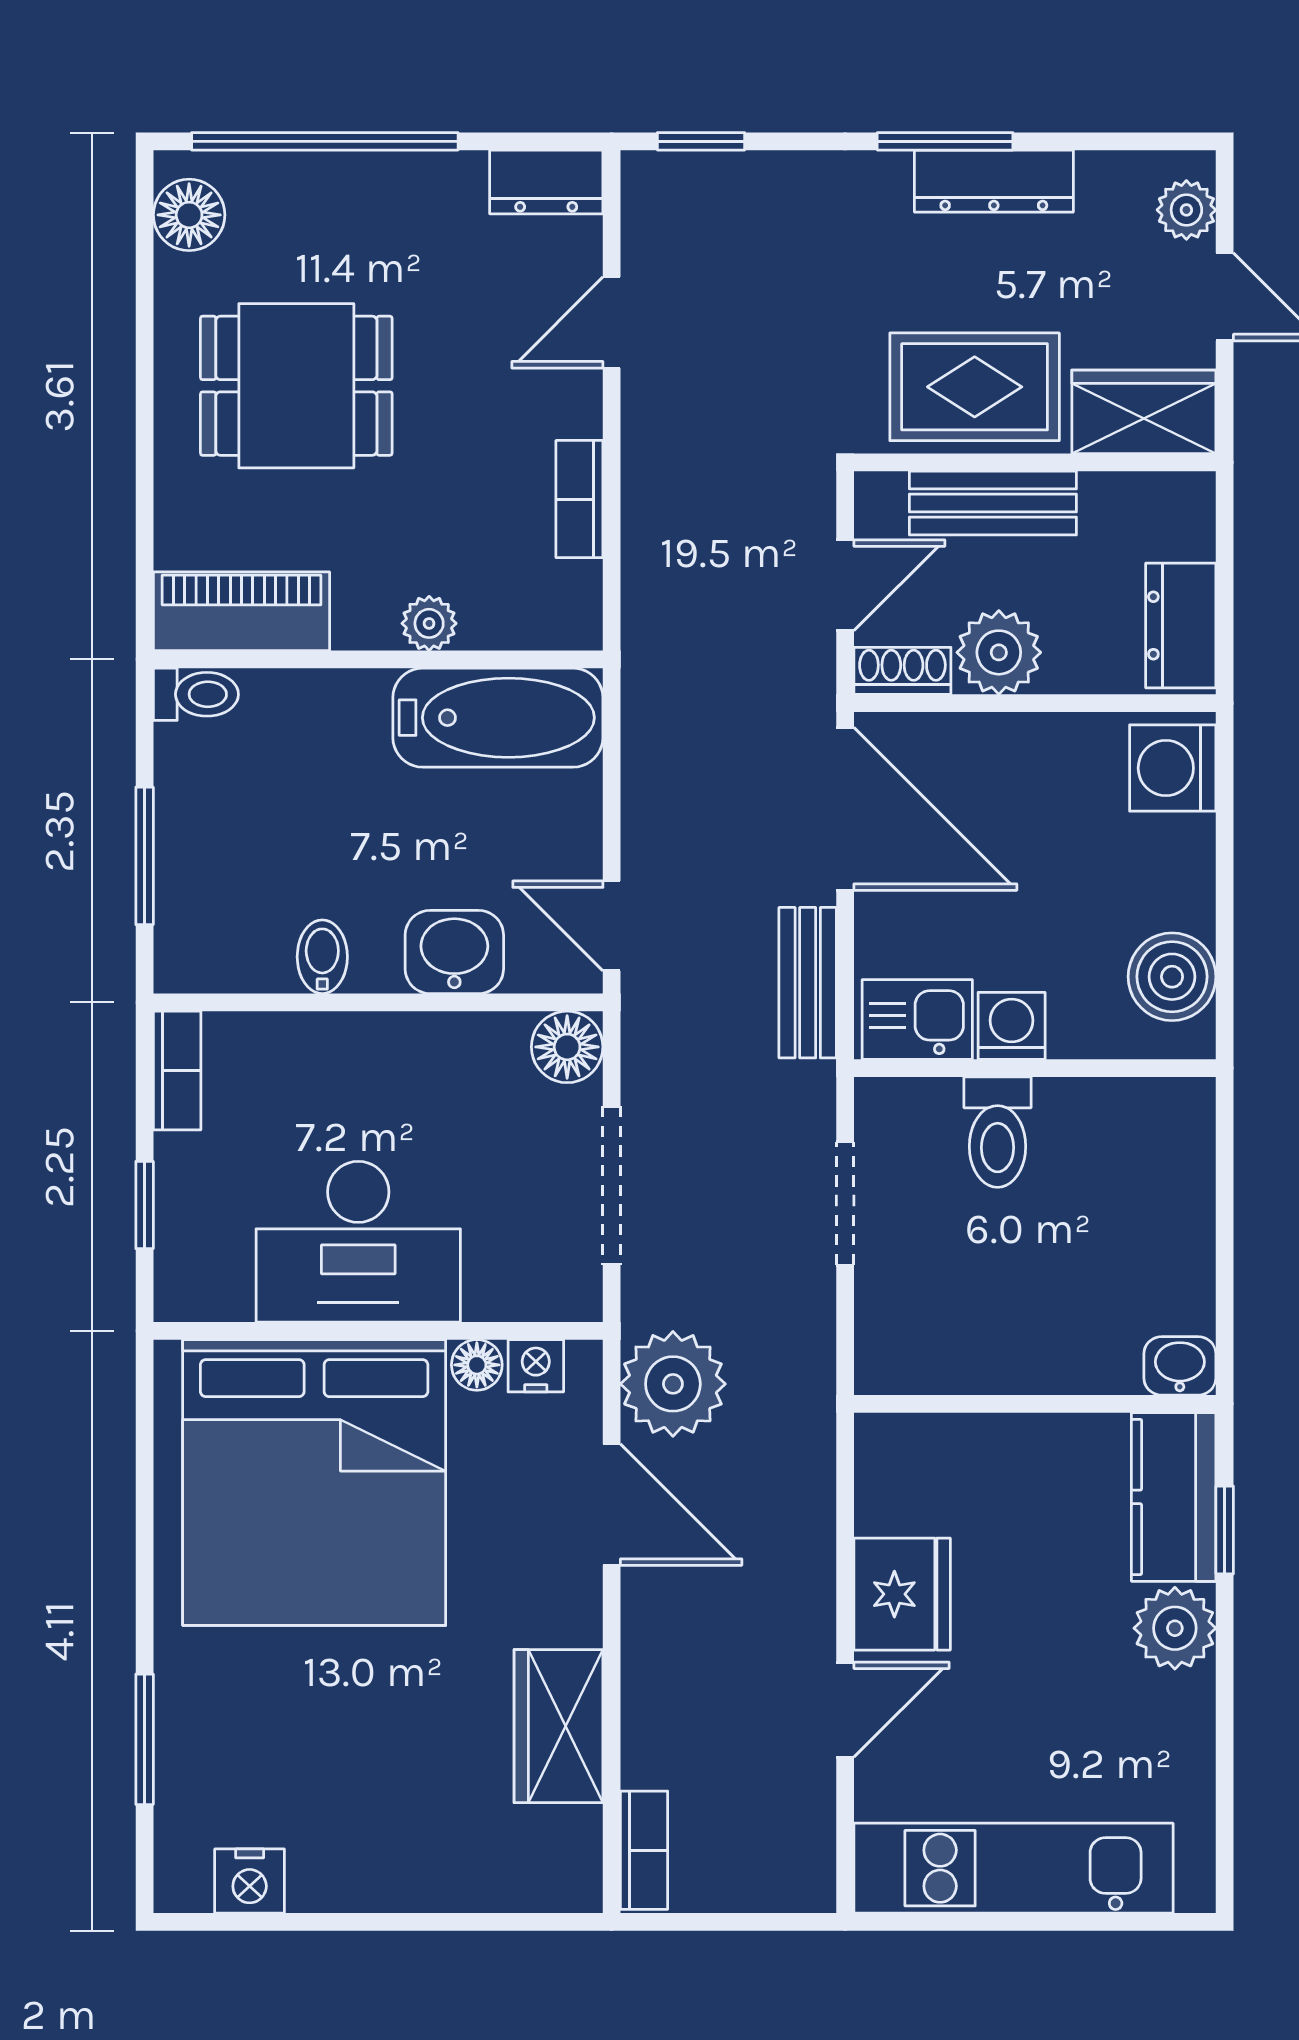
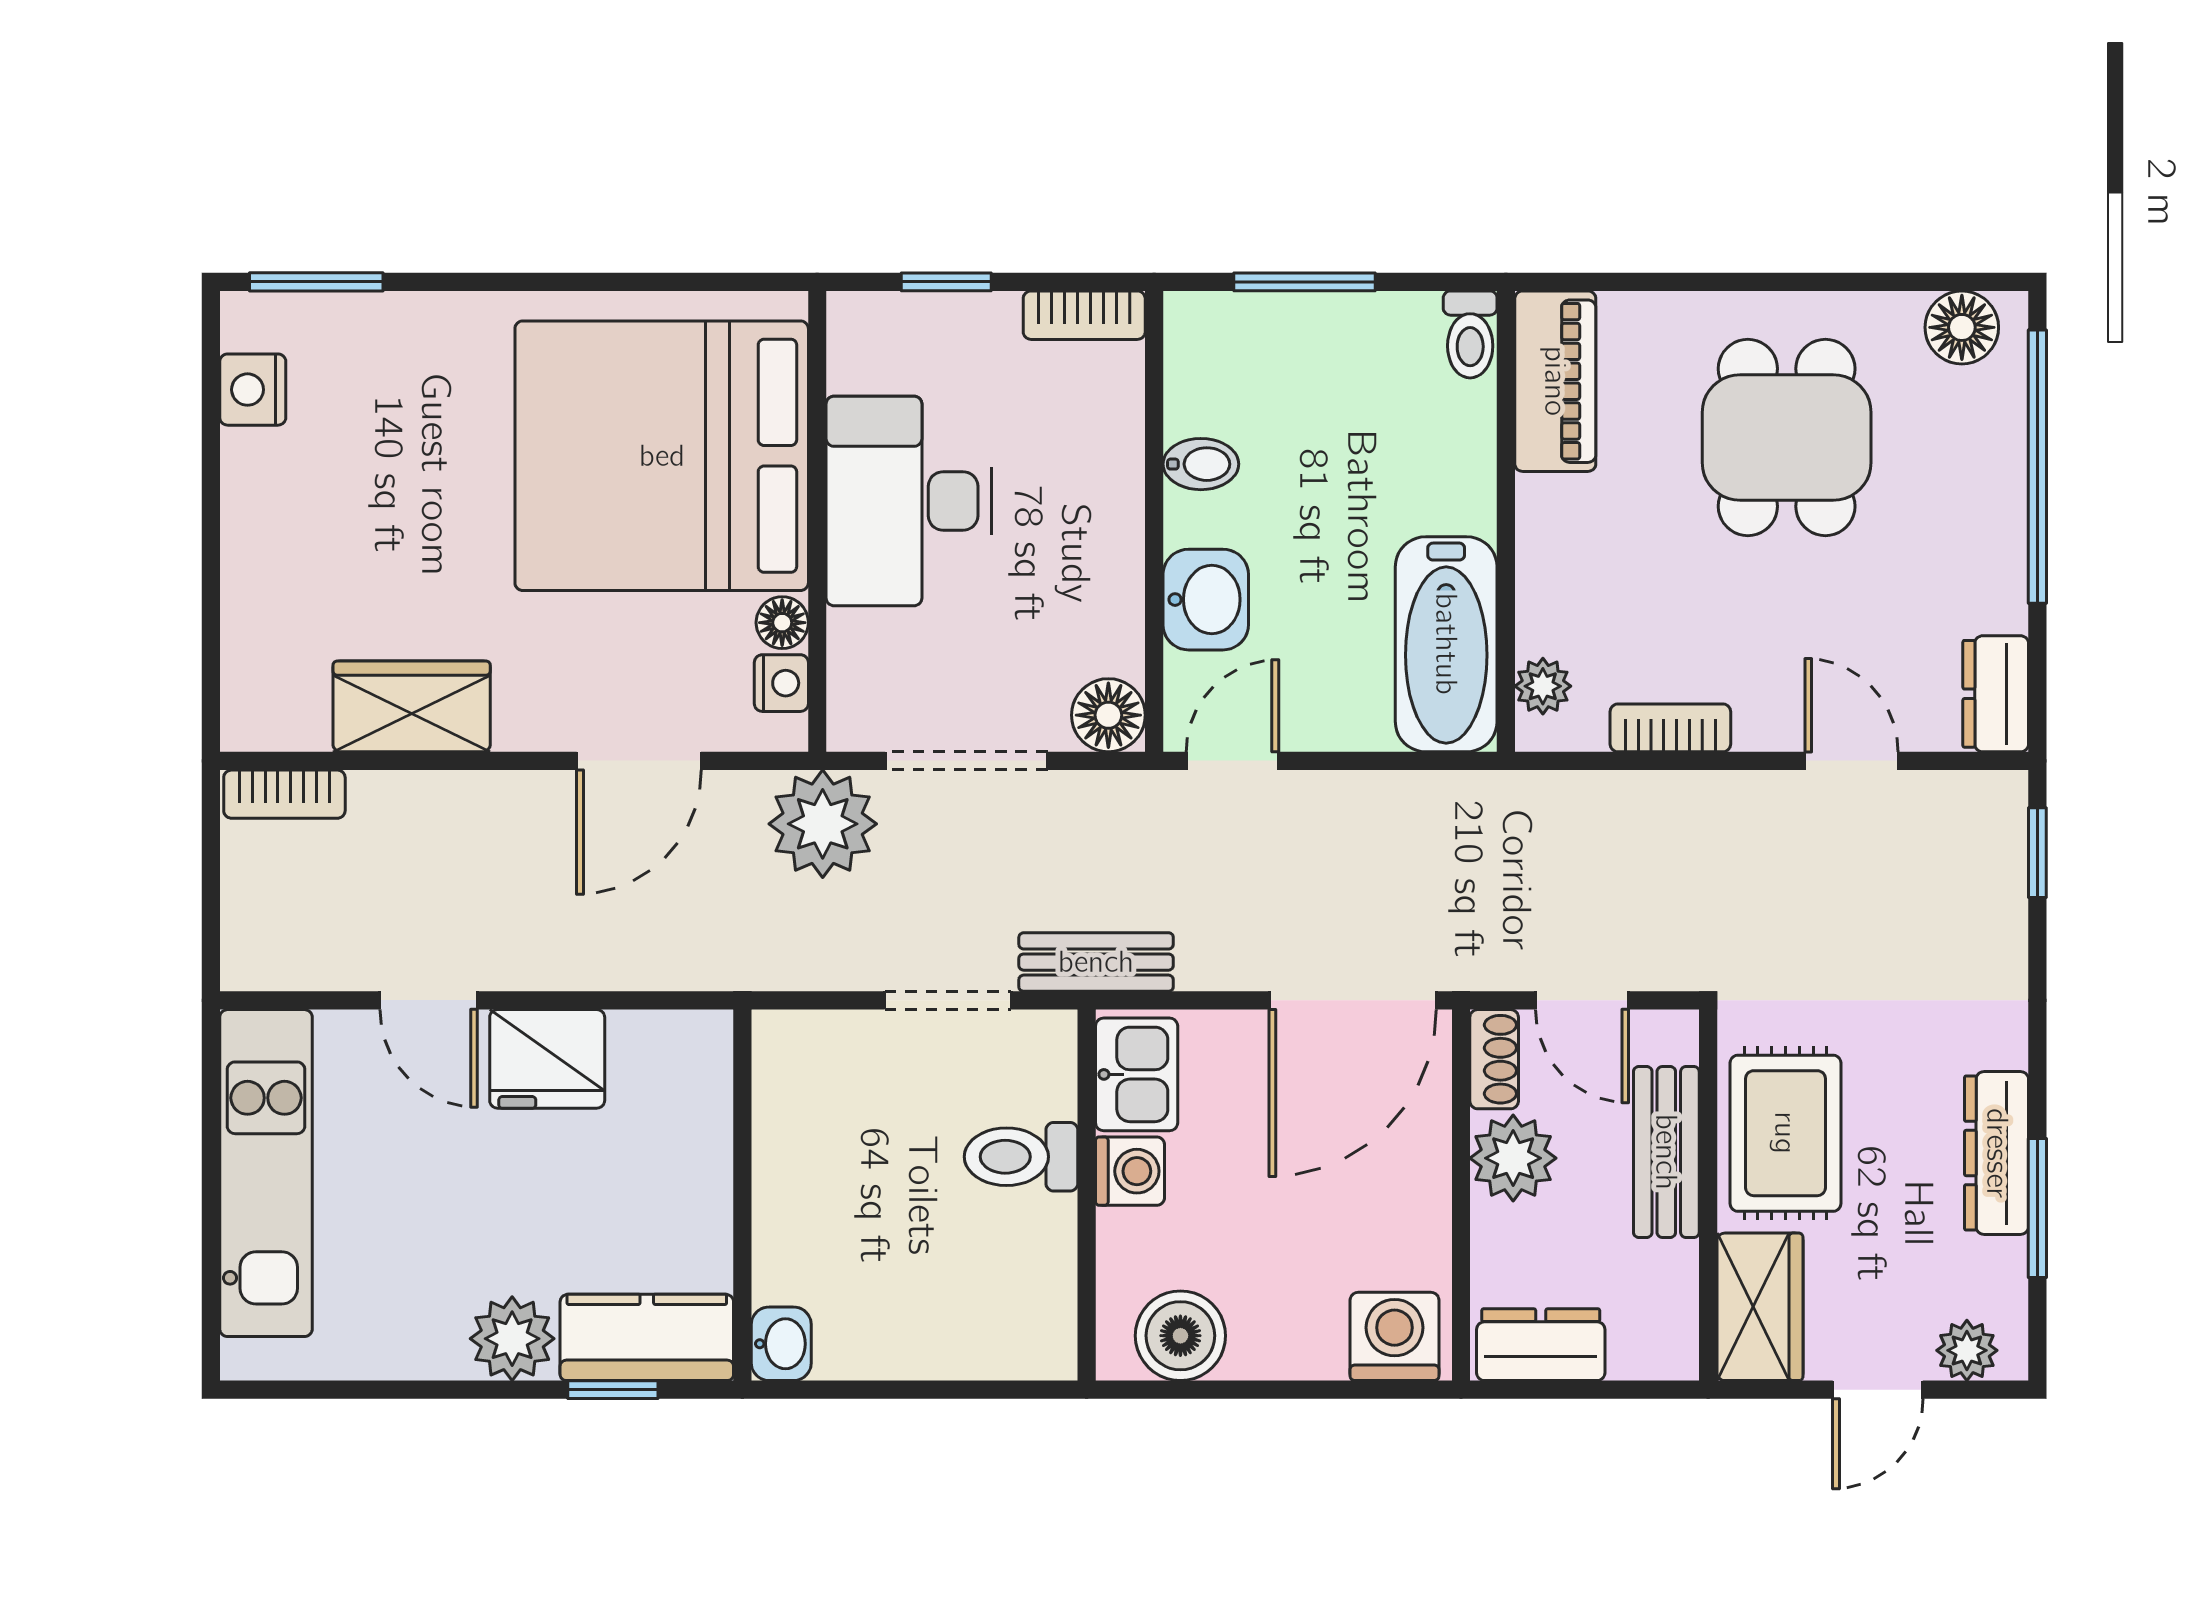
window: (945, 141) -> (2037, 1208), moved
plant: (429, 623) -> (1543, 686), moved
bench: (808, 983) -> (1096, 962), moved
plant: (673, 1384) -> (823, 824), moved
window: (145, 1739) -> (316, 282), moved

